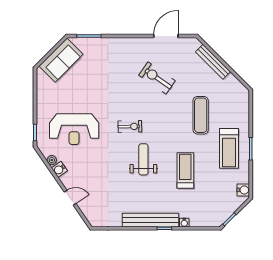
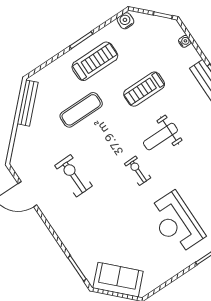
bench: (213, 62) -> (28, 103), moved
exercise bike: (157, 78) -> (73, 176), turned 144
reception desk: (74, 129) -> (176, 223), turned 180
water cooler: (184, 223) -> (185, 41), moved

